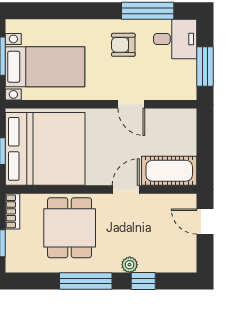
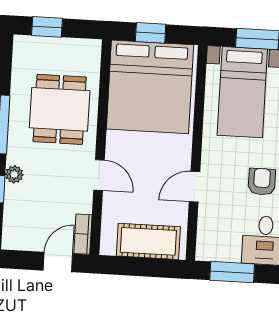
cot: (169, 171) -> (148, 241), moved, turned 90
bookcase: (13, 211) -> (83, 234), moved, turned 90
dining table: (70, 228) -> (60, 109), turned 90

